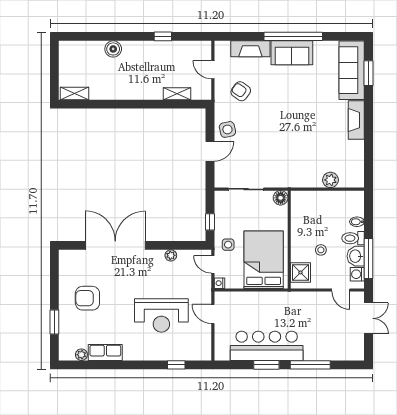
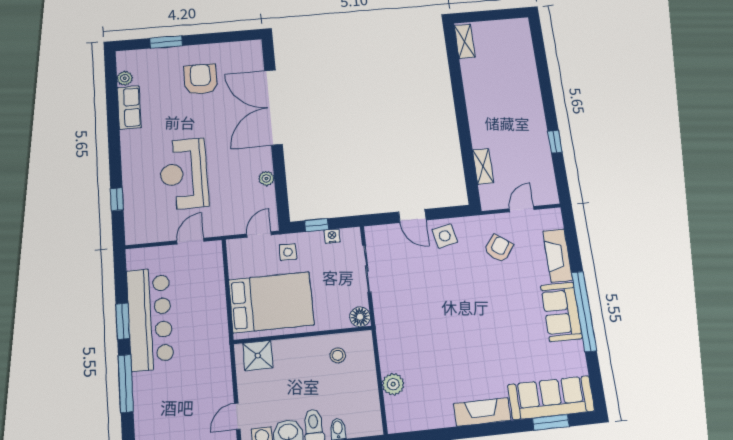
boiler: (113, 49) -> (529, 82), removed
double door: (115, 245) -> (273, 107), swing flipped
stool: (321, 250) -> (338, 355), moved
nightstand: (219, 283) -> (332, 236), moved

